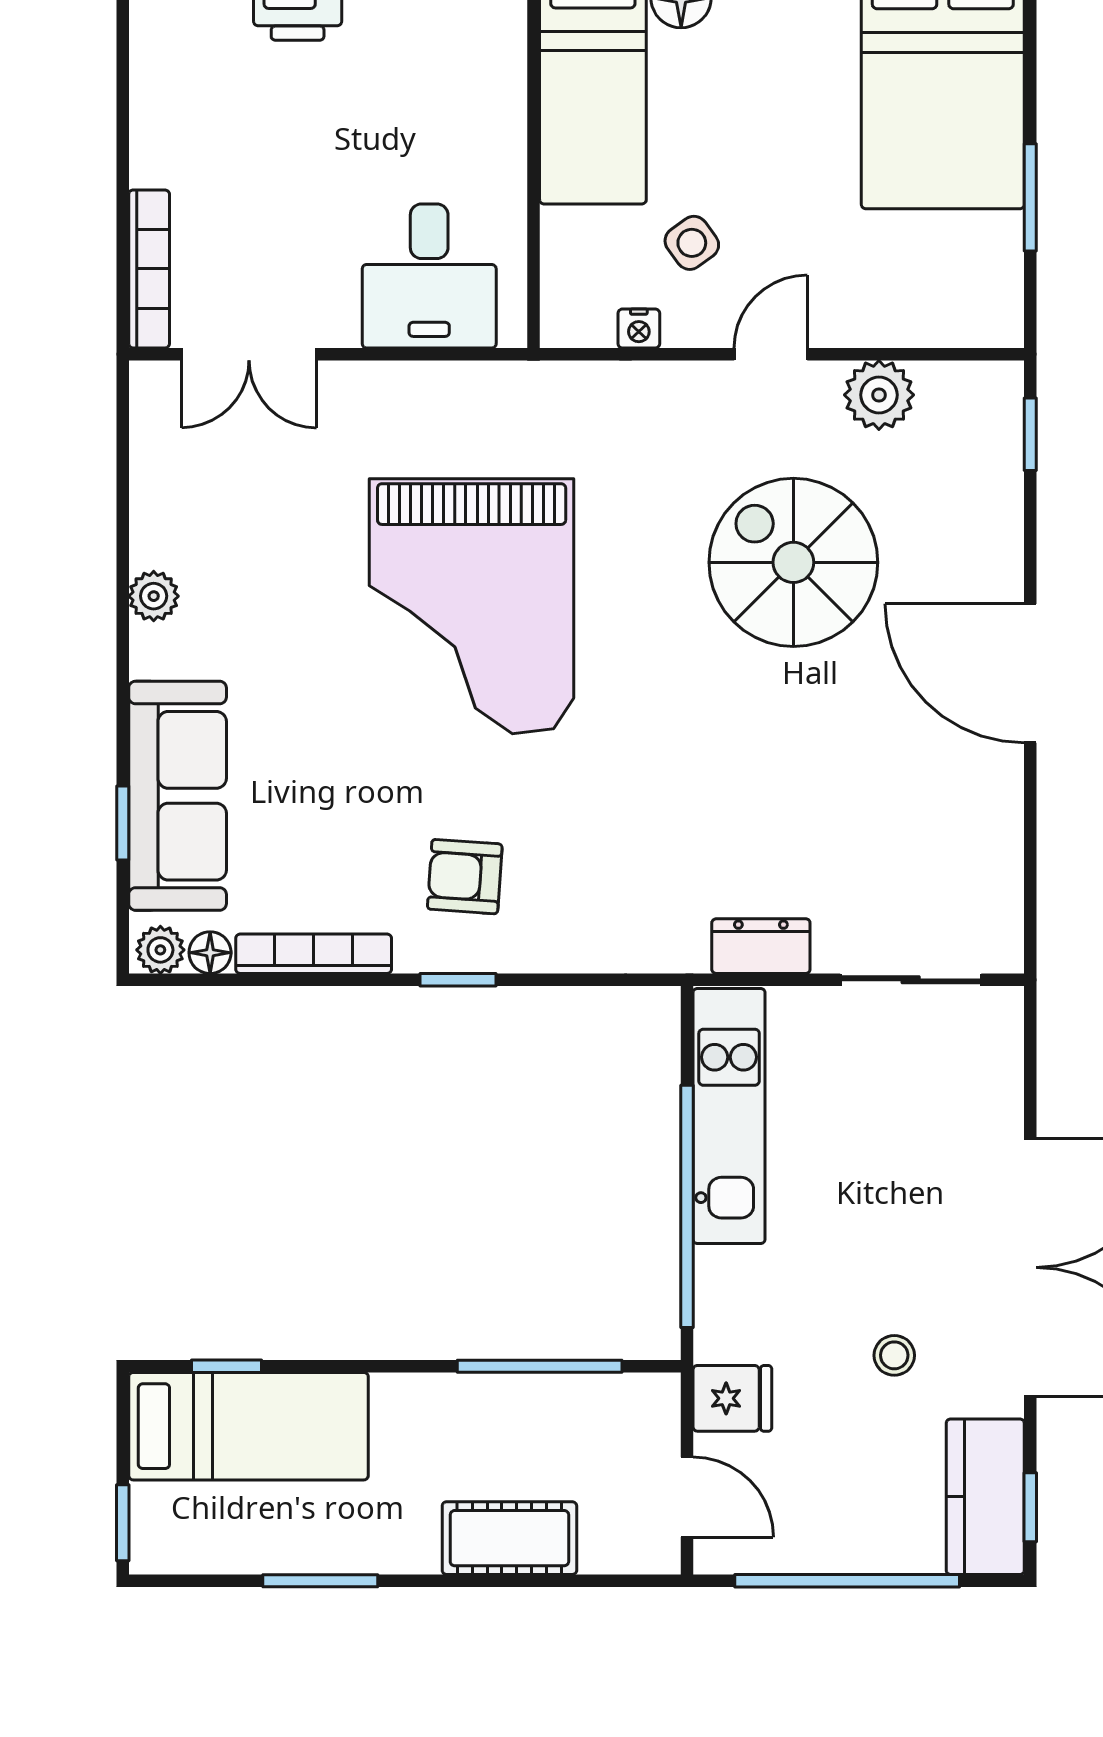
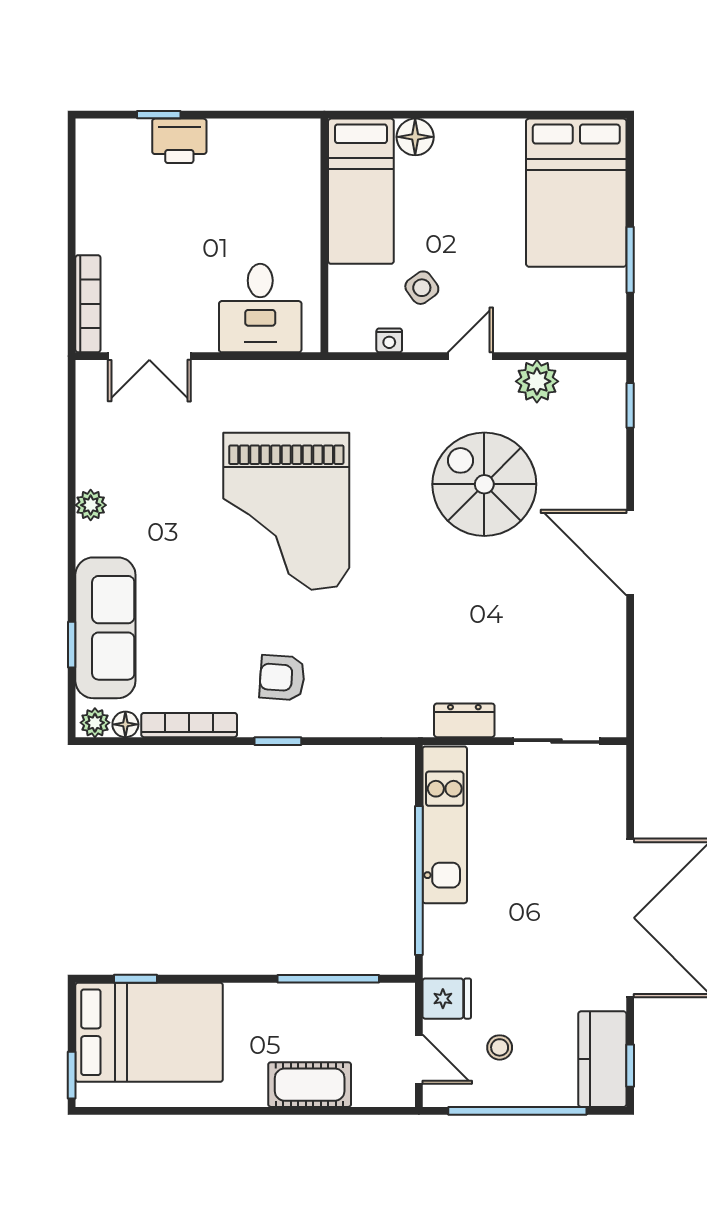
stool: (894, 1355) -> (500, 1047), moved
bed: (249, 1426) -> (149, 1032), width x1.50
window: (320, 1581) -> (193, 1111), removed

